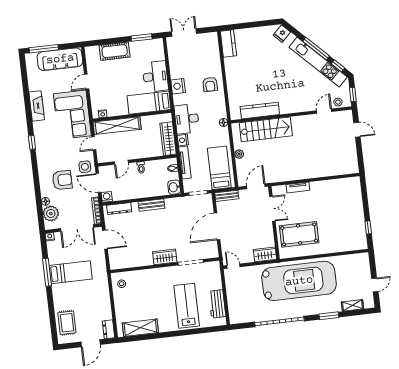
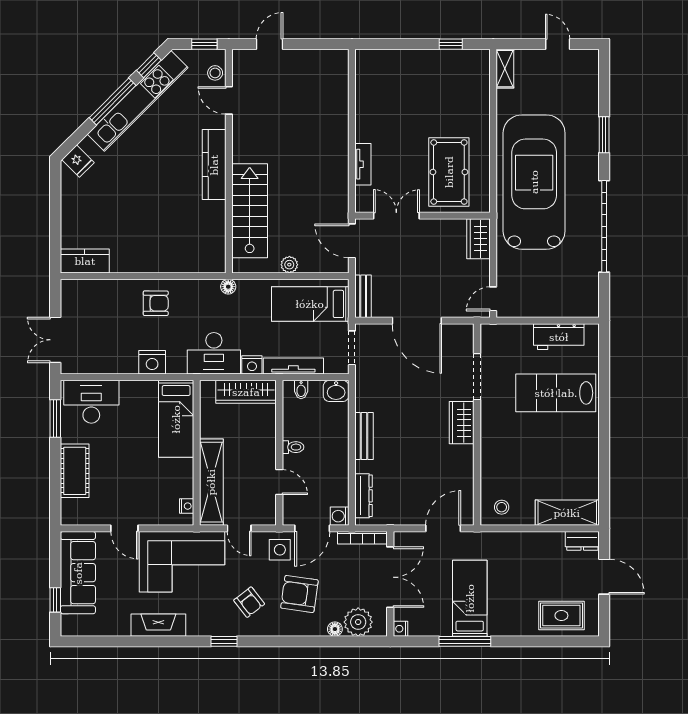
window: (44, 49) -> (55, 600), width x0.46
desk: (155, 76) -> (91, 402), moved
kitchen counter: (260, 111) -> (214, 165), moved
armchair: (55, 153) -> (249, 602), added
armchair: (62, 180) -> (299, 594), turned -82
door: (105, 240) -> (443, 528), moved
shelving: (353, 305) -> (505, 69), moved
shelving: (140, 328) -> (567, 513), moved, turned 90

